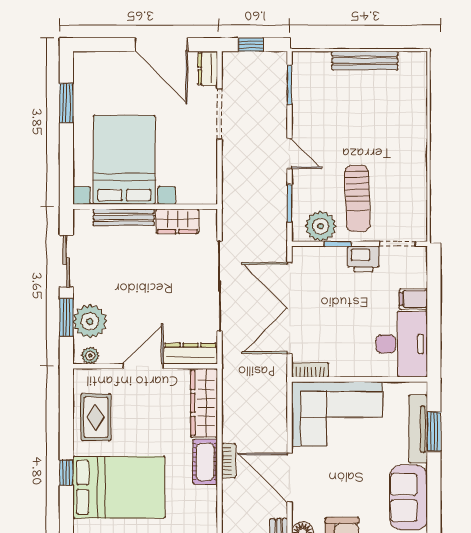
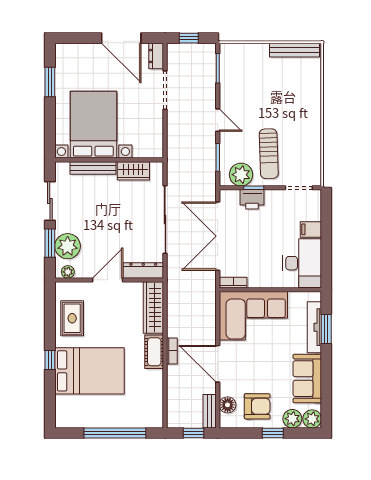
bench: (365, 61) -> (294, 50), moved
printer: (363, 259) -> (252, 199), moved

